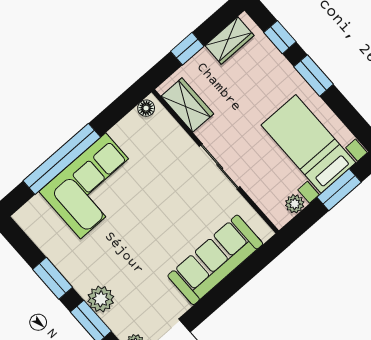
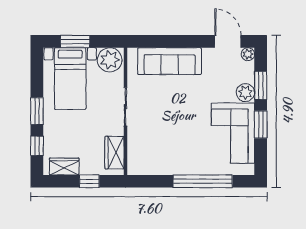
floor lamp: (146, 108) -> (137, 169), removed
corner sofa: (93, 186) -> (233, 133), moved, turned -90
plant: (295, 204) -> (110, 60), width x1.88, depth x1.88

